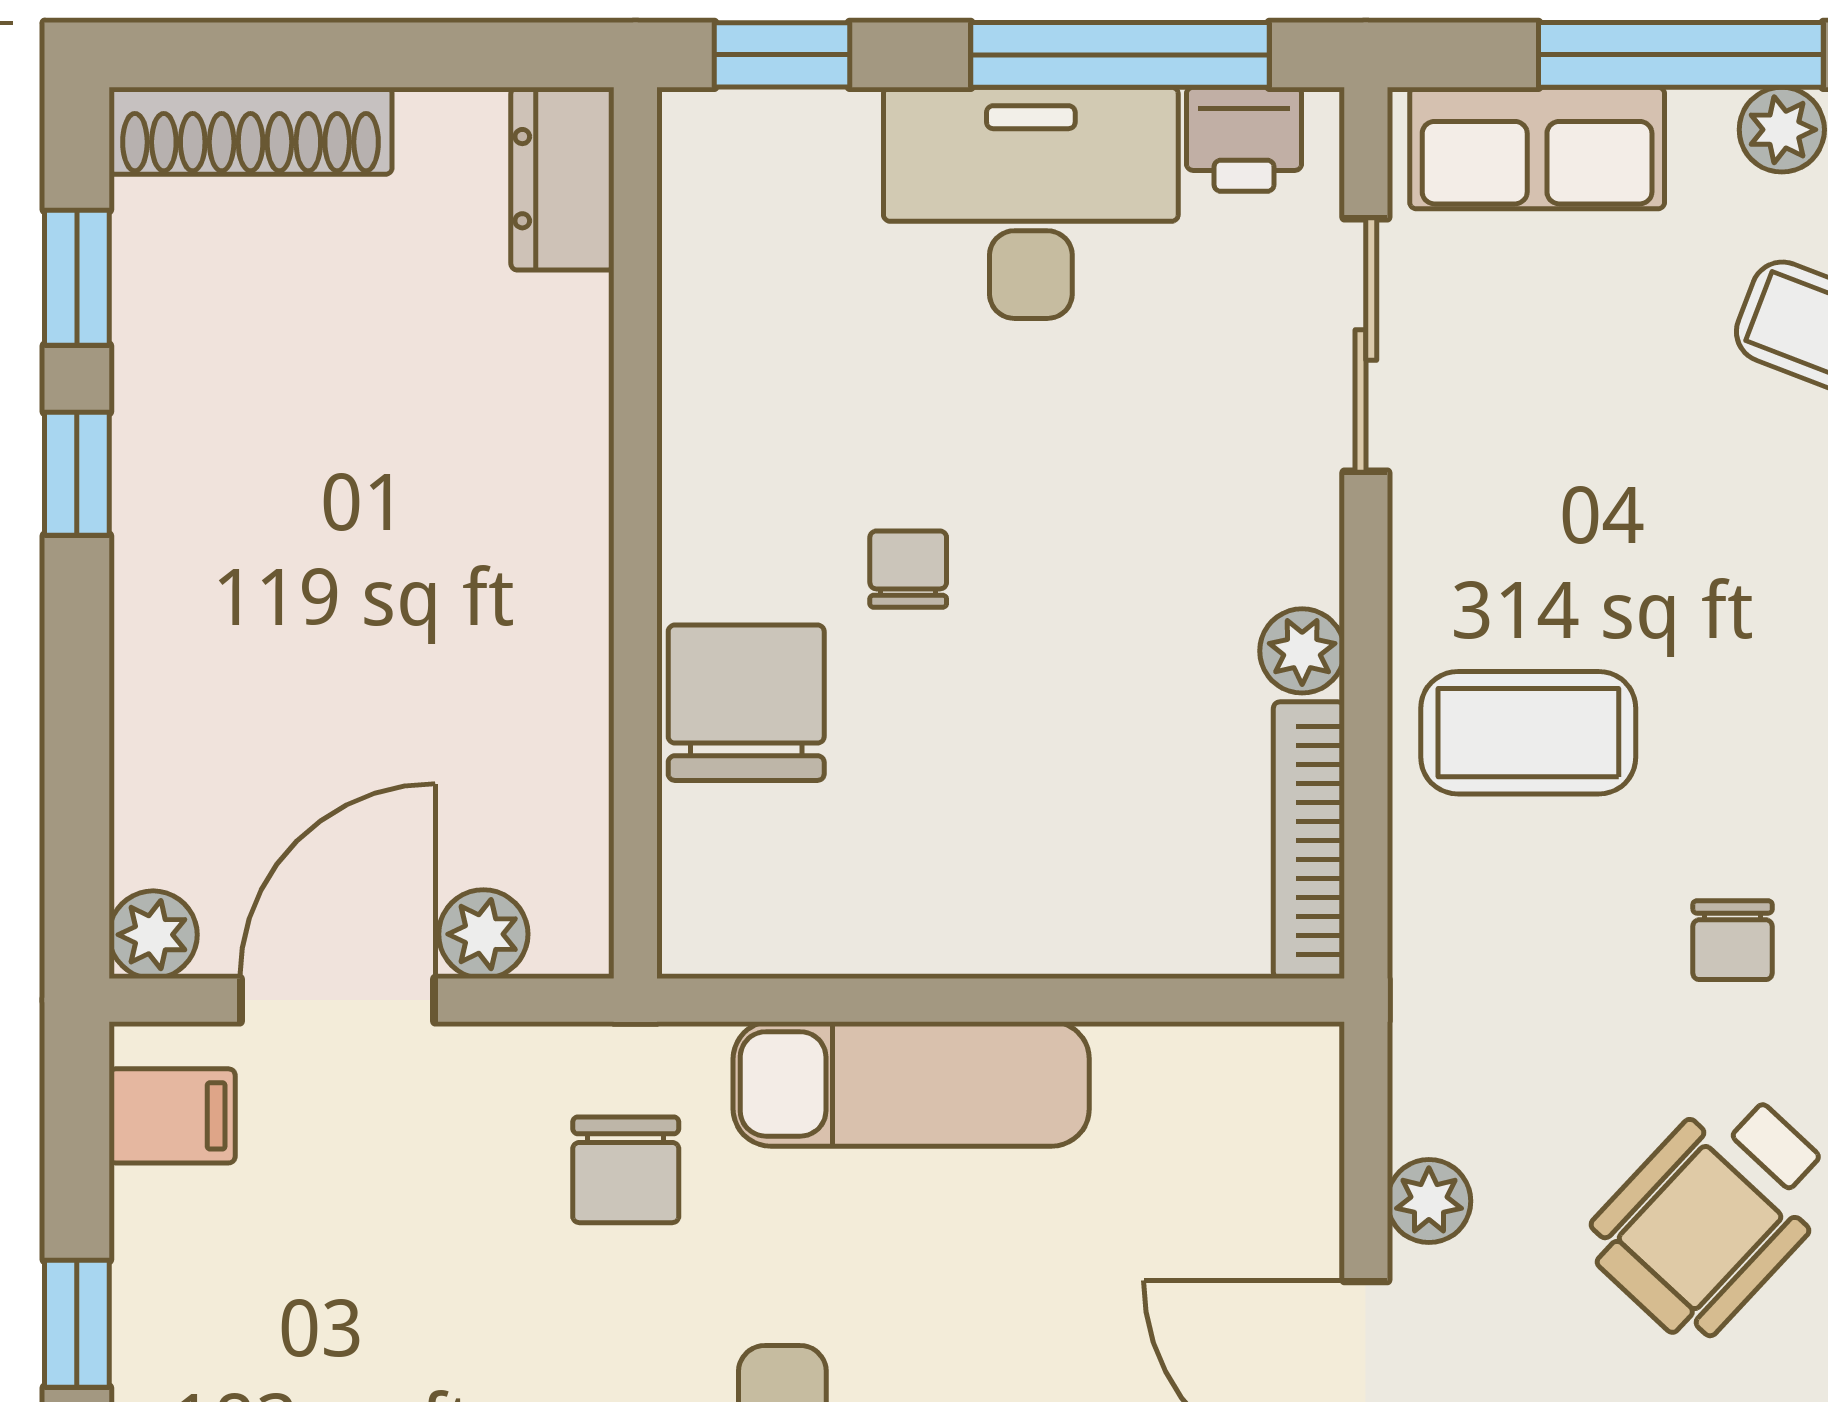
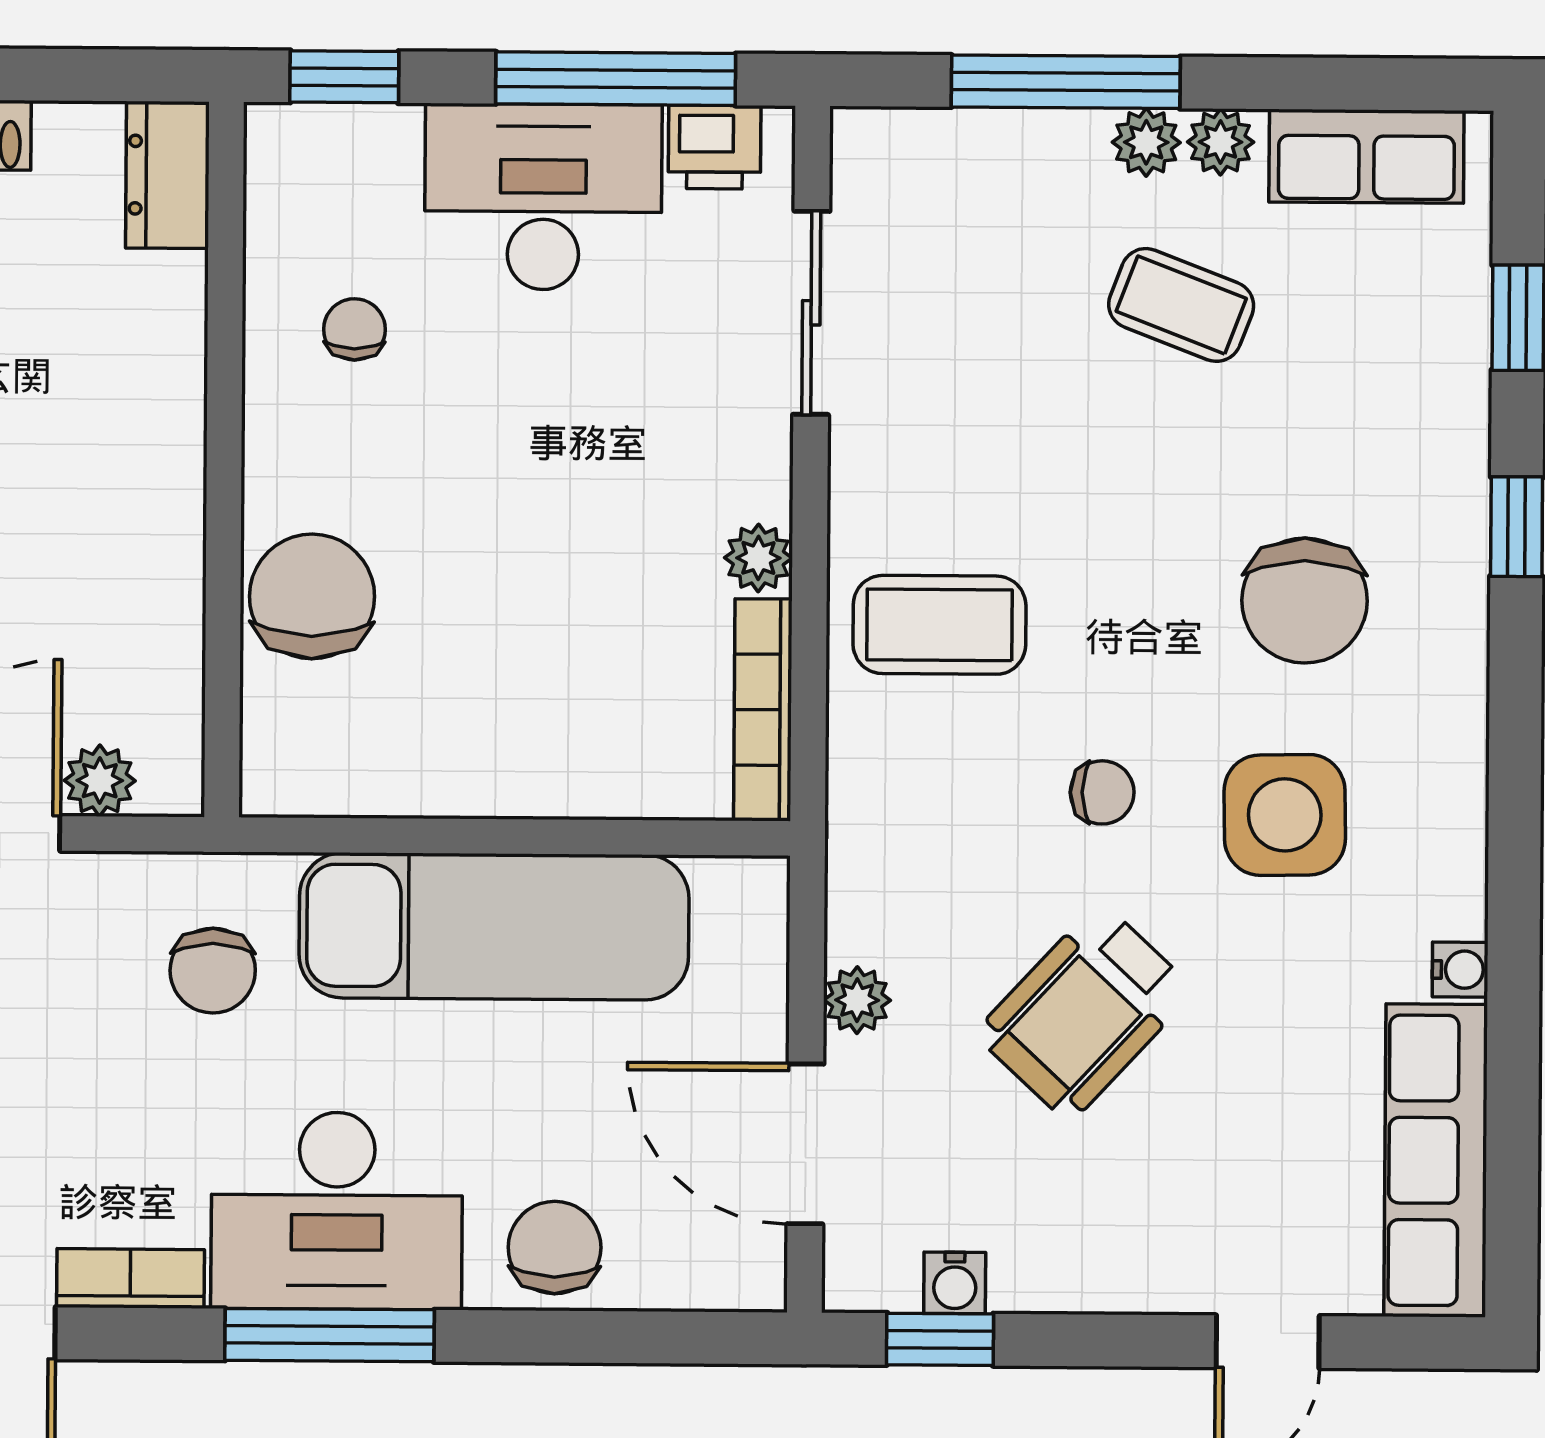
row of seats: (1537, 148) -> (950, 156), removed
chair: (908, 569) -> (354, 329), moved
chair: (1733, 940) -> (1102, 792), turned -90
exam couch: (911, 1084) -> (494, 926), width x1.36, depth x1.45

